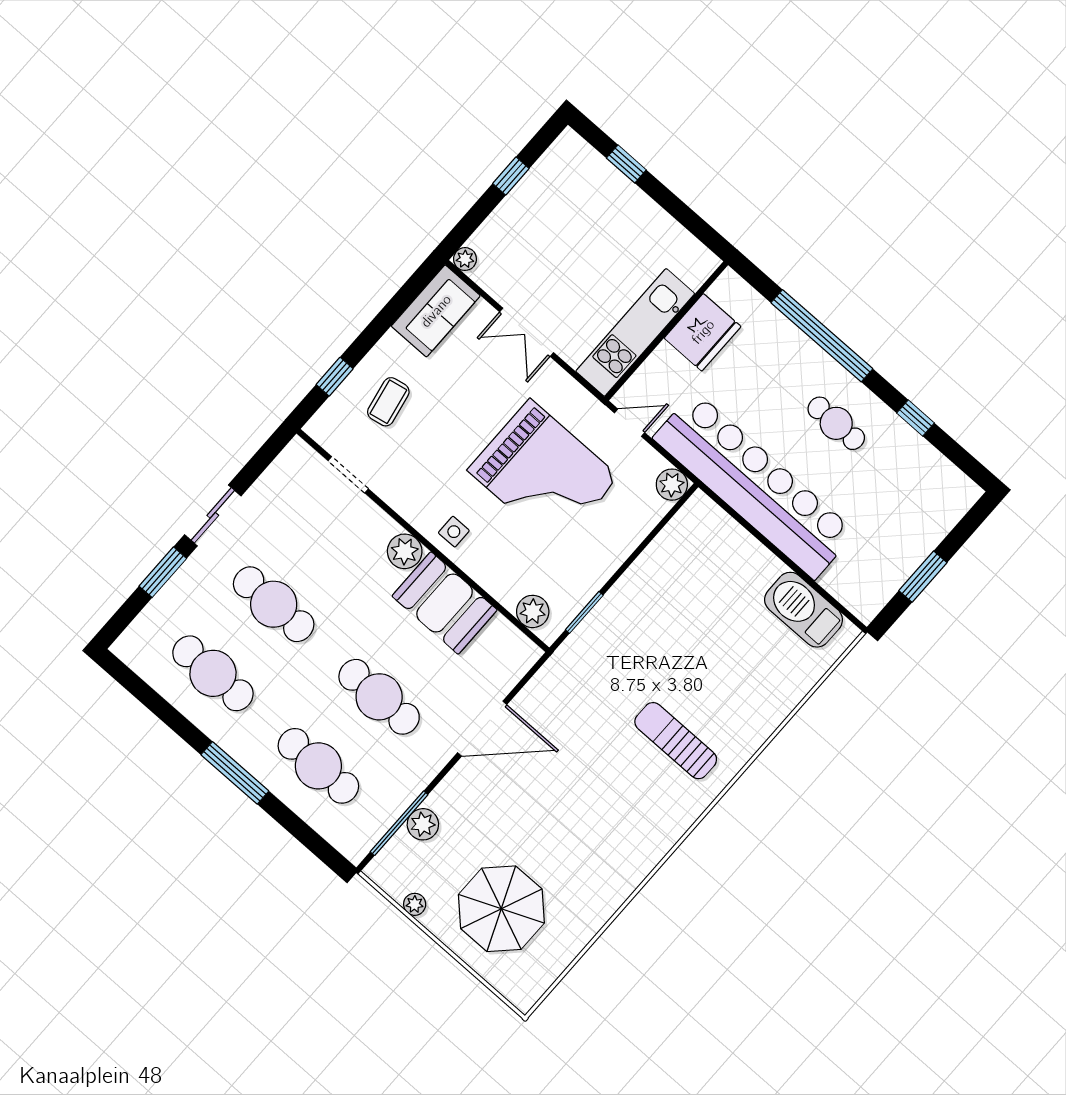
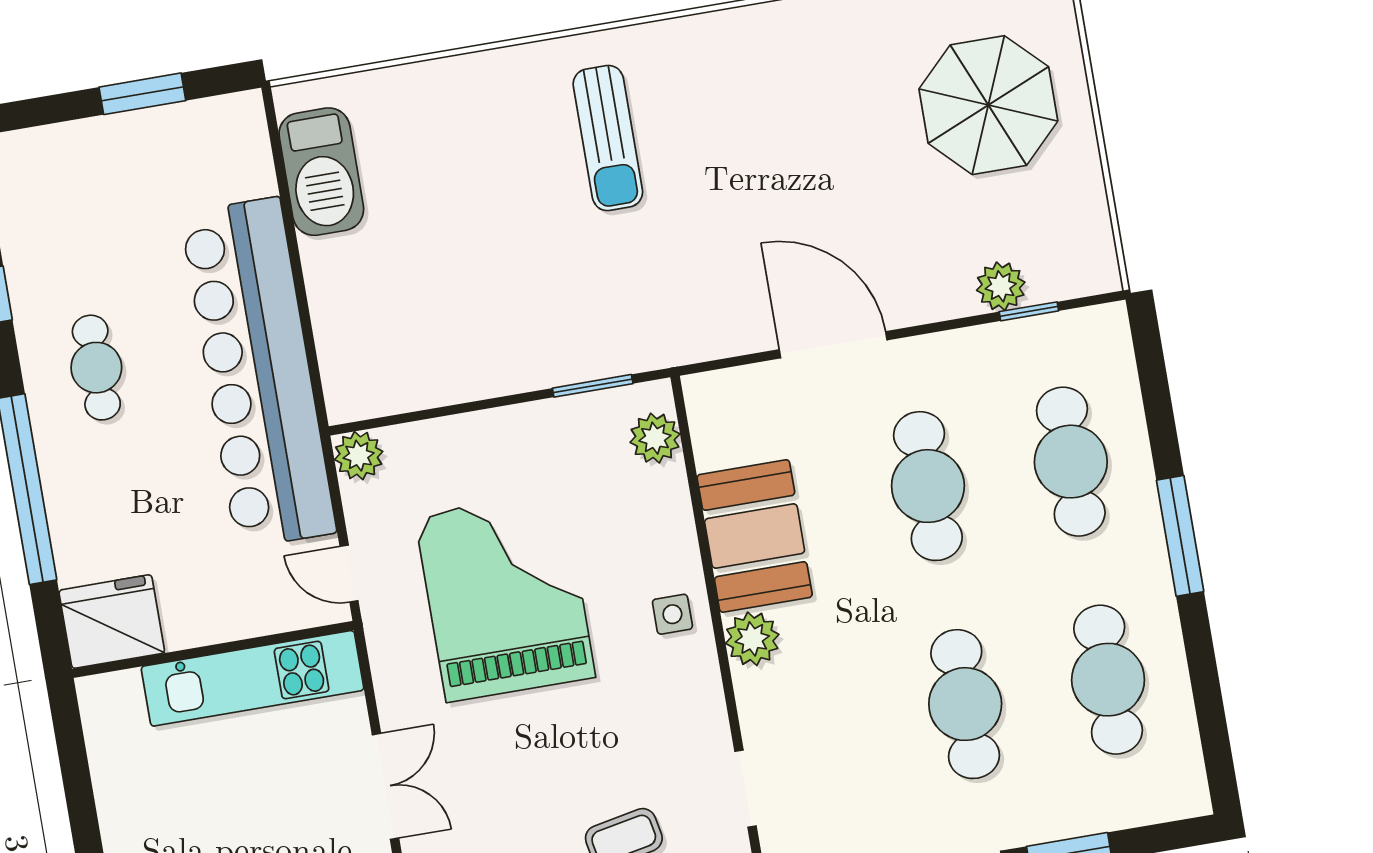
fridge: (703, 332) -> (112, 622), moved
window: (399, 823) -> (1029, 311), width x0.46
plant: (415, 904) -> (1090, 197), removed

